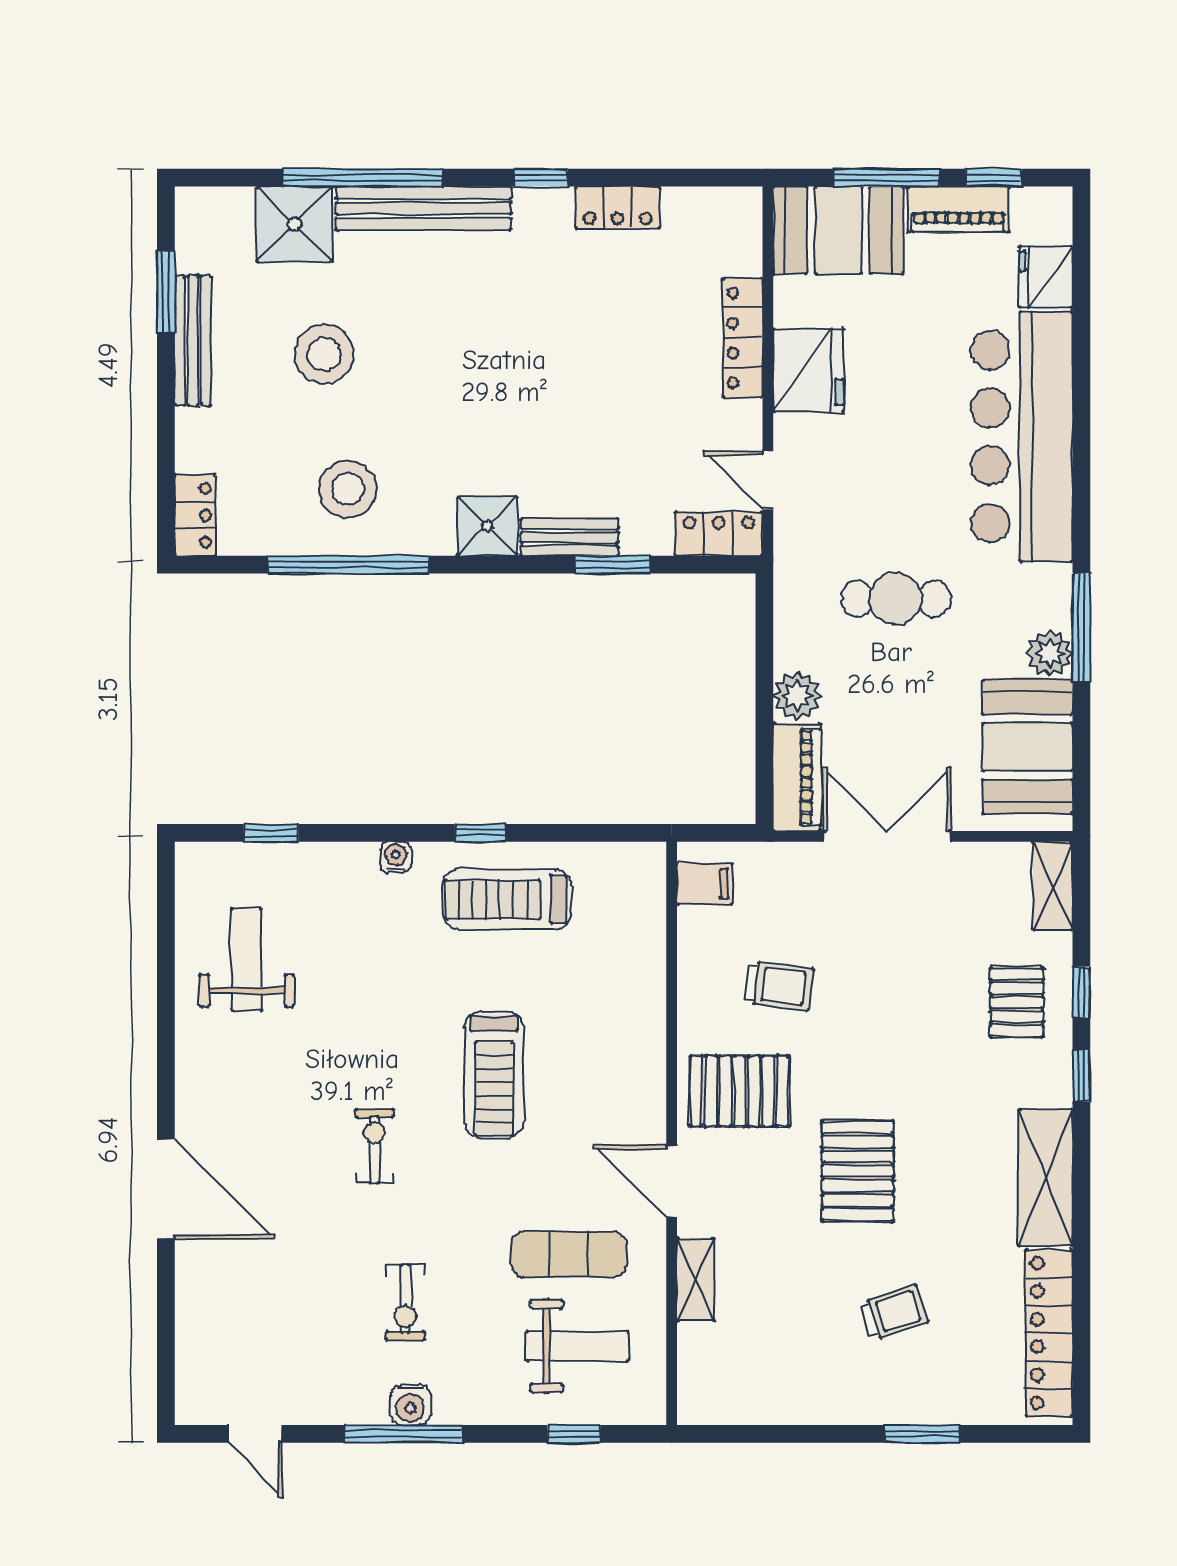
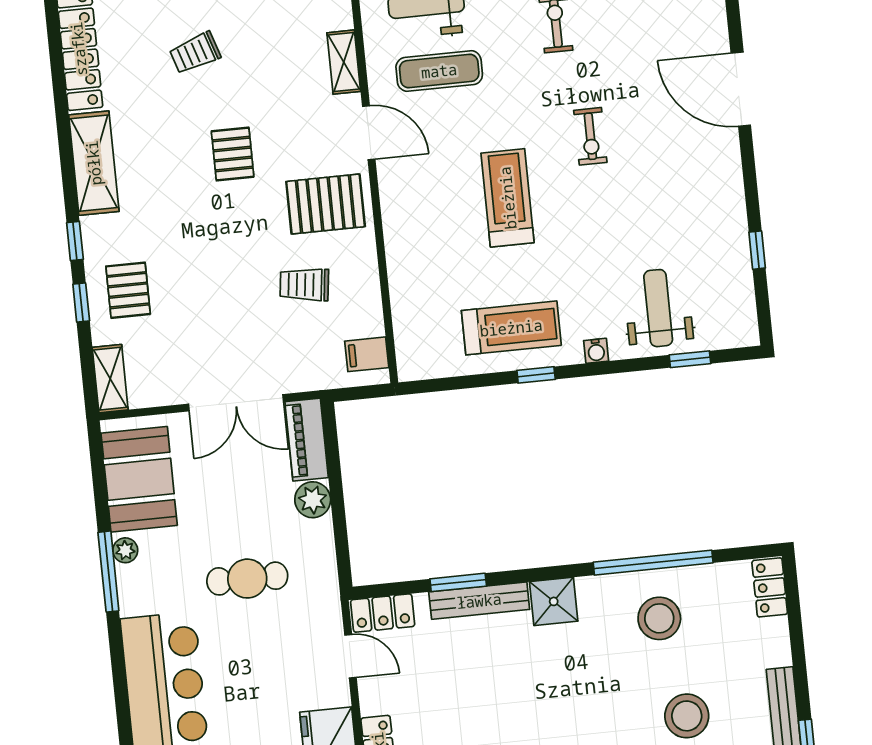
bench: (569, 537) -> (479, 601), width x1.36
plant: (1050, 653) -> (125, 550), width x0.73, depth x0.73
weight bench: (247, 960) -> (658, 308), moved, turned 180
window: (166, 970) -> (757, 250), added
pallet: (858, 1171) -> (233, 154), width x0.67, depth x0.71

